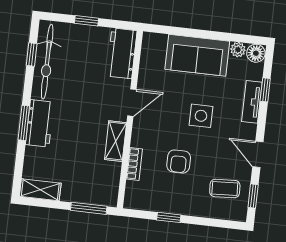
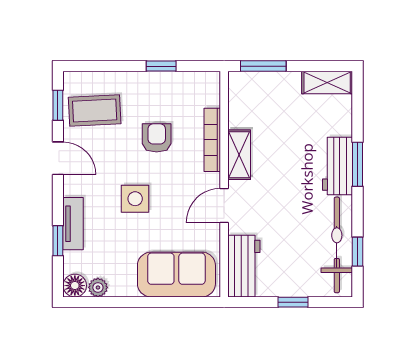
sofa: (197, 55) -> (176, 275), moved
bookcase: (134, 164) -> (212, 140), width x1.56
coffee table: (225, 189) -> (95, 111), width x1.36, depth x1.30

